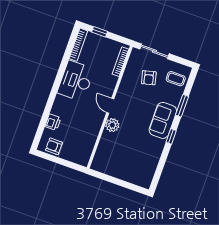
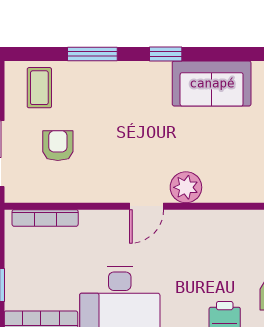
armchair: (149, 78) -> (58, 146), turned -76
sofa: (163, 120) -> (212, 83), moved

